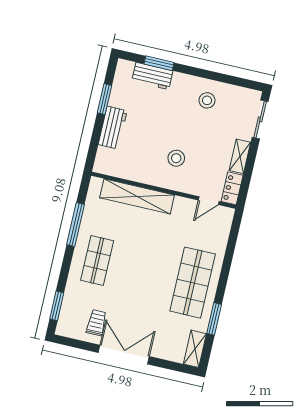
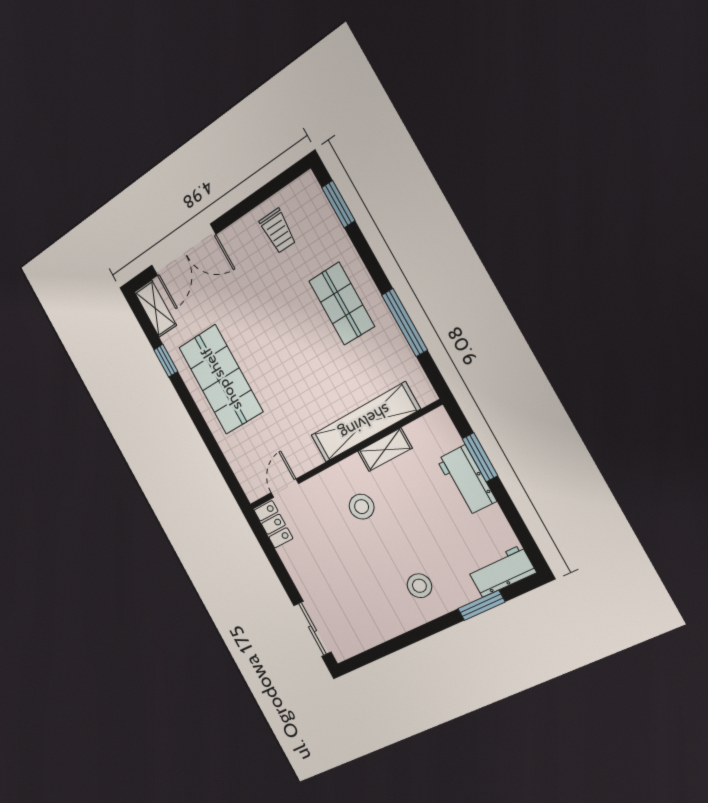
workbench: (152, 76) -> (502, 571), moved
window: (104, 99) -> (480, 457), moved
stool: (207, 100) -> (419, 586), moved
shelving: (240, 156) -> (385, 450), moved, turned 90
window: (214, 319) -> (166, 361), width x0.67
double door: (124, 355) -> (183, 250), moved

